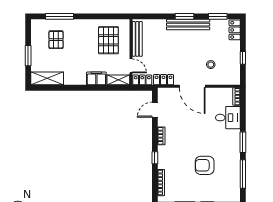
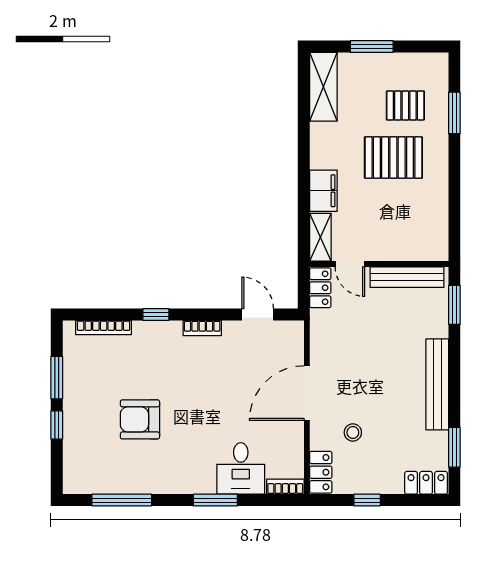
window: (60, 16) -> (454, 113), width x0.69
window: (184, 16) -> (454, 305), moved
pallet: (108, 40) -> (393, 158), moved
door: (131, 66) -> (350, 264), hinge flipped
locker: (164, 80) -> (321, 472), moved
window: (243, 142) -> (215, 500), moved
armchair: (205, 165) -> (140, 419), turned -90

